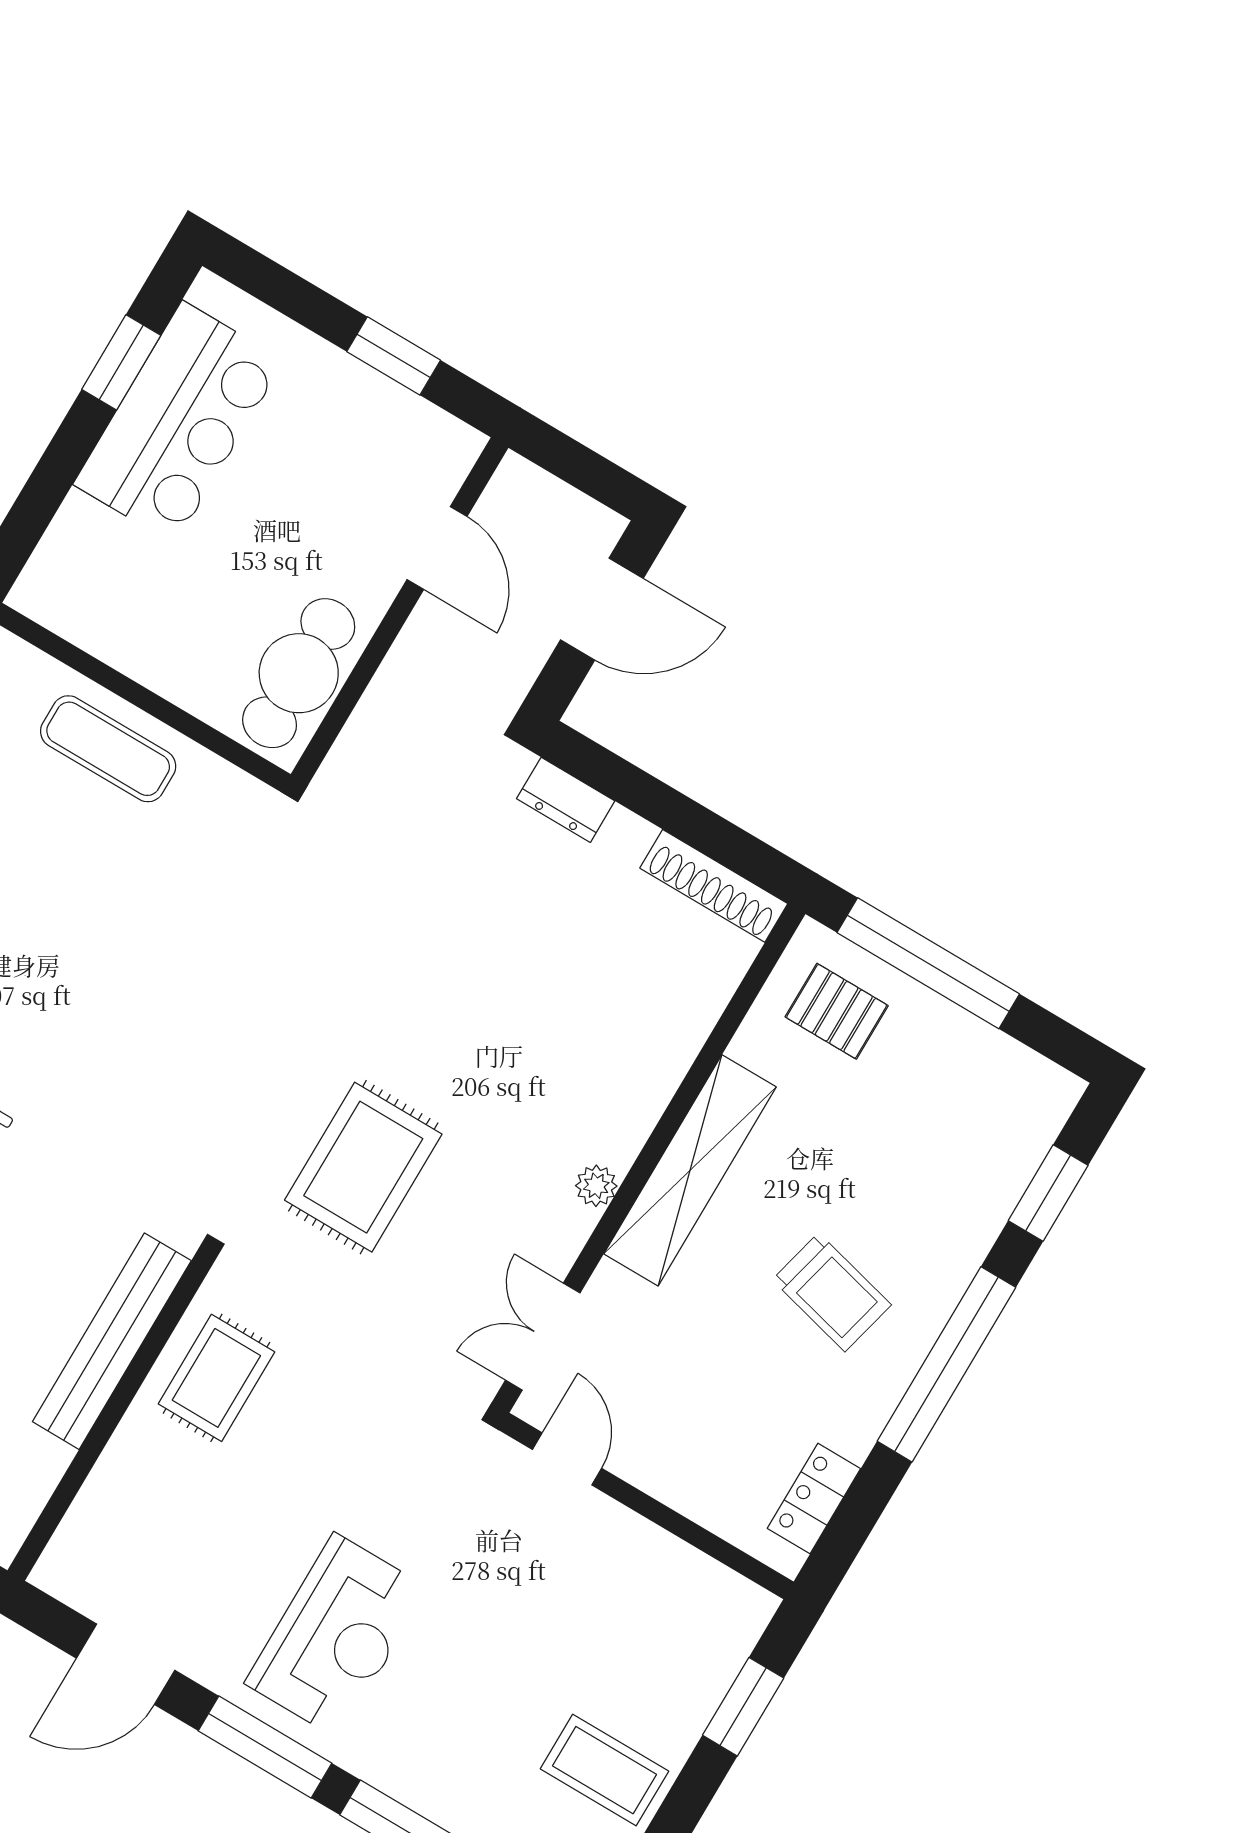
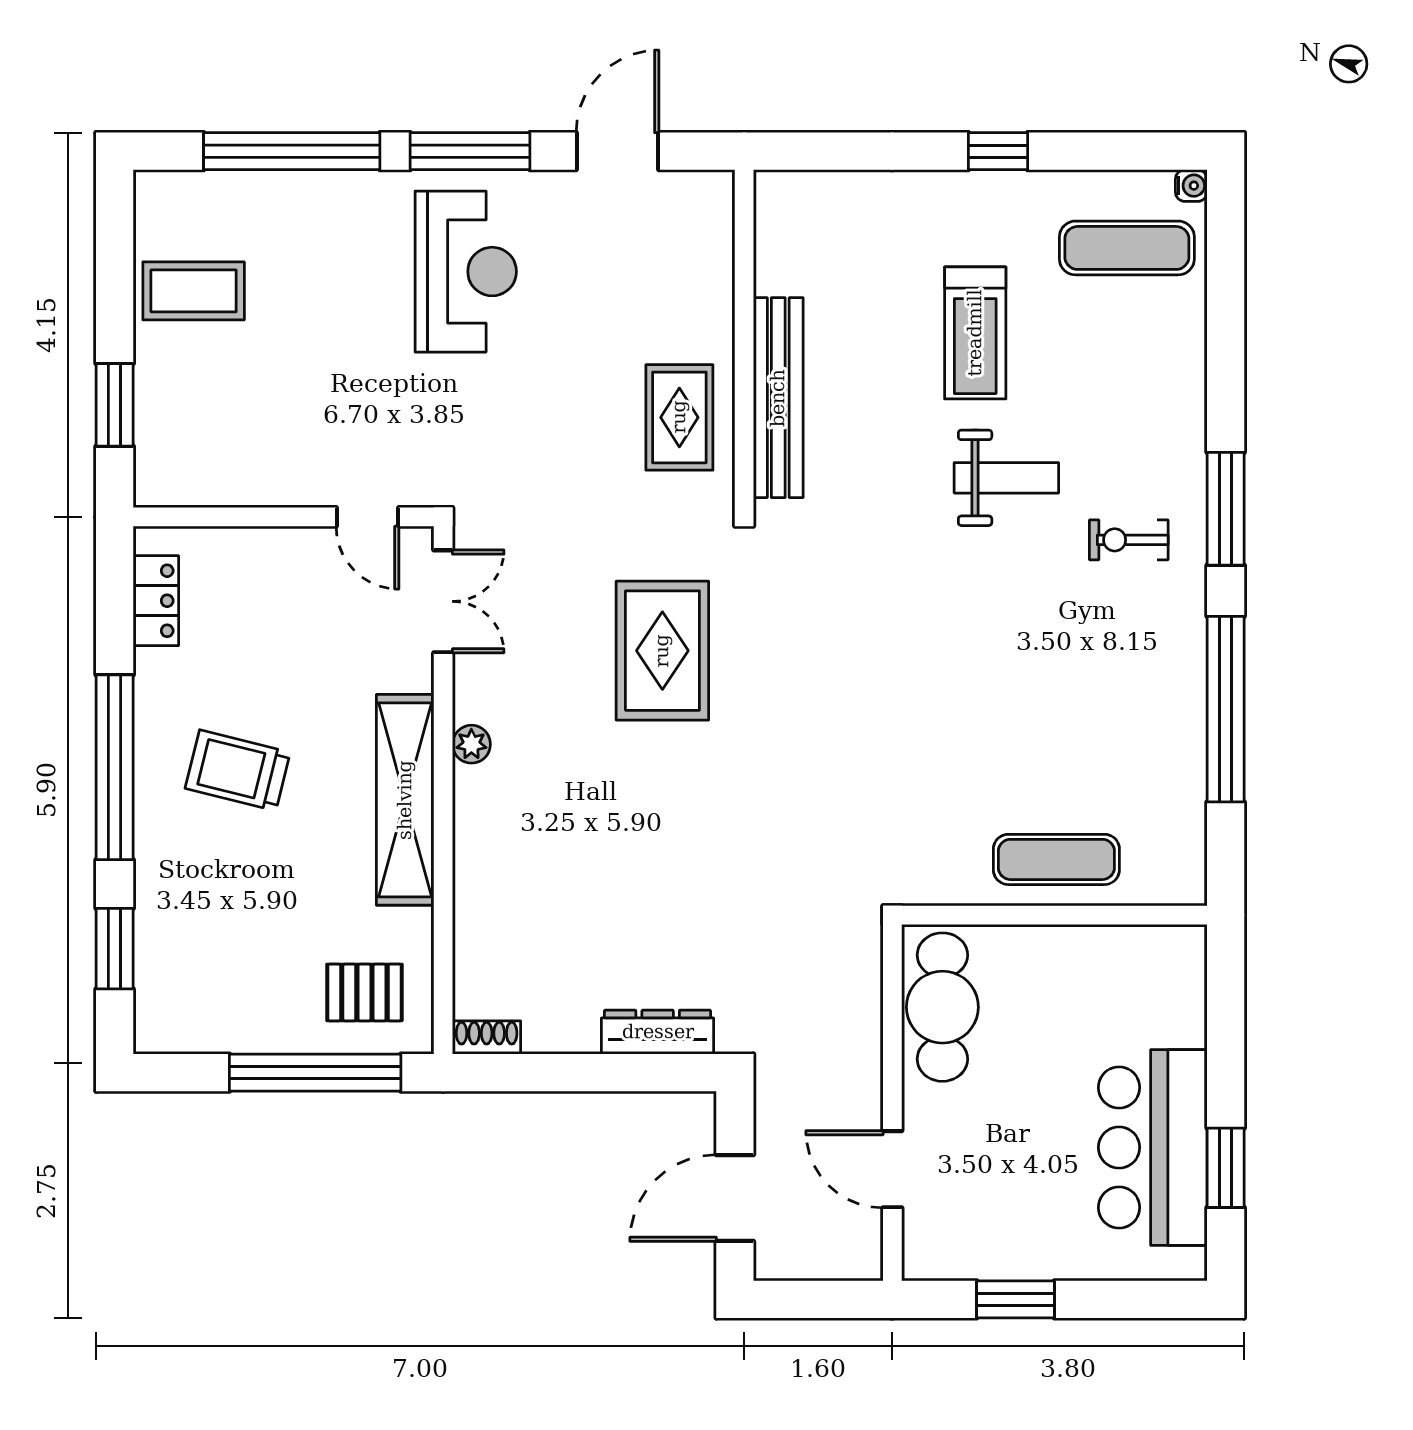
dresser: (566, 800) -> (658, 1032), width x1.44
shoe rack: (714, 886) -> (487, 1037), width x0.51, depth x0.81
reception desk: (336, 1636) -> (466, 272), turned 180

